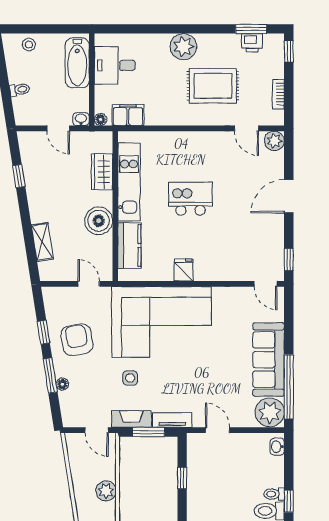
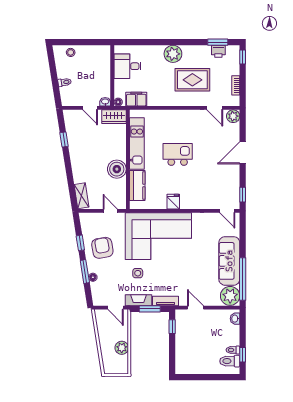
bathtub: (77, 63) -> (103, 65), removed
wardrobe: (102, 172) -> (114, 117), moved, turned -90
shelving: (42, 242) -> (82, 196), moved
window: (182, 478) -> (172, 327), moved

